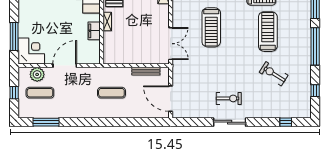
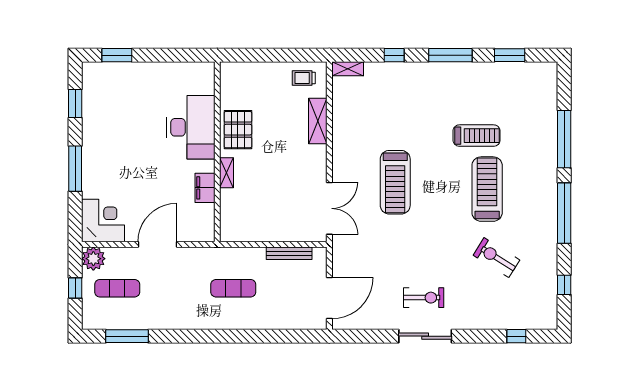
window: (14, 37) -> (75, 169), moved
plant: (37, 74) -> (93, 259), moved
door: (171, 99) -> (329, 298), swing flipped

